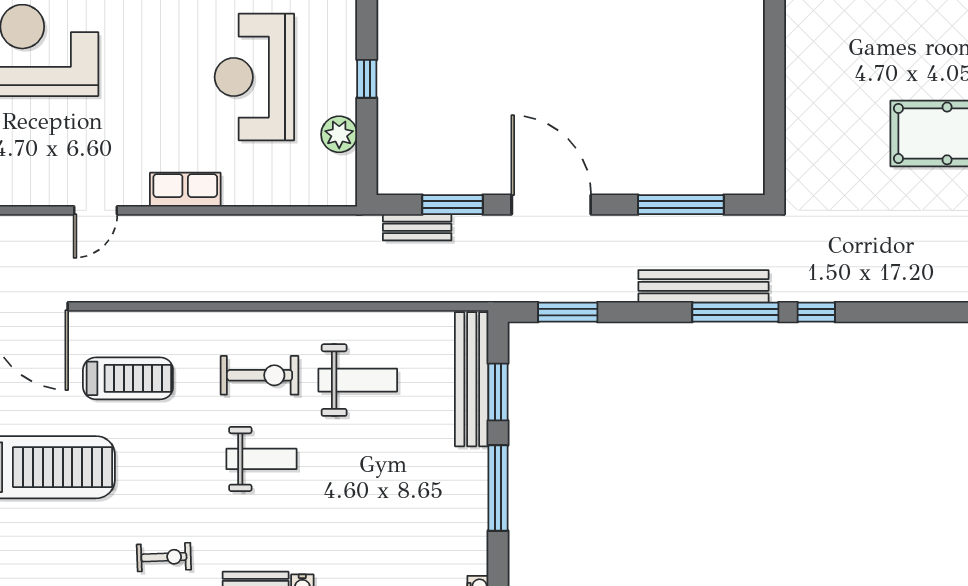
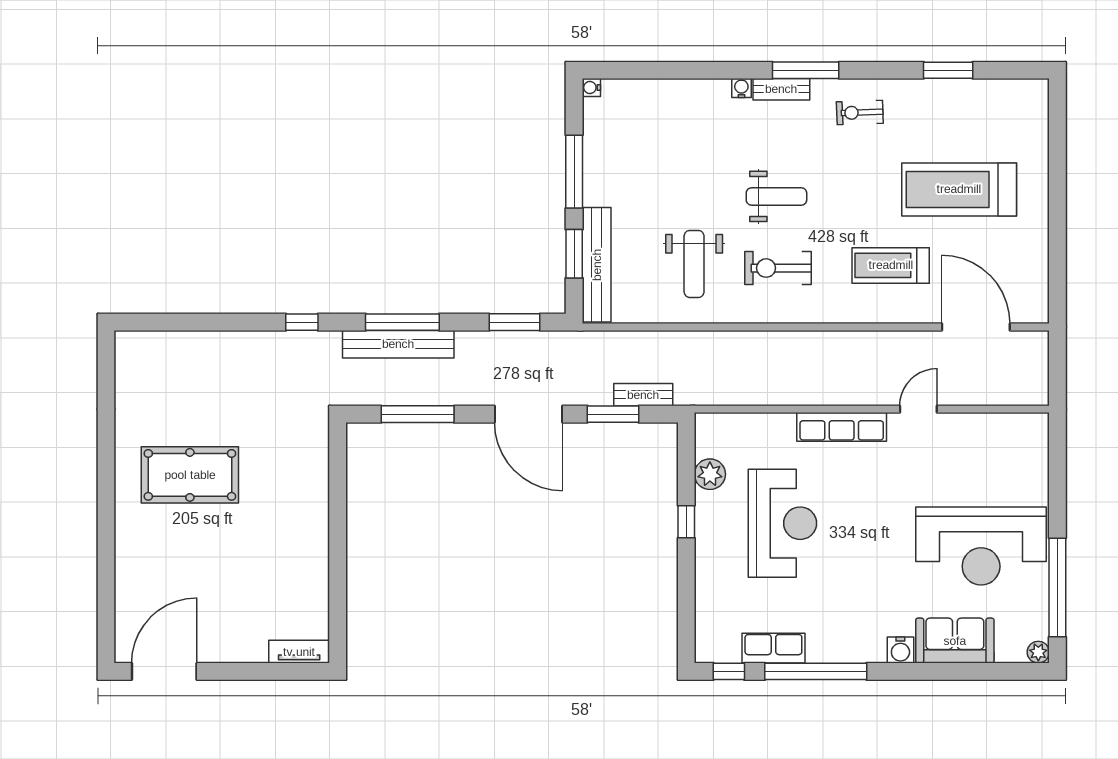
row of seats: (185, 190) -> (842, 427), width x1.48
window: (735, 312) -> (402, 322), moved
weight bench: (358, 380) -> (694, 264), turned -90
weight bench: (261, 459) -> (776, 196), turned 180

